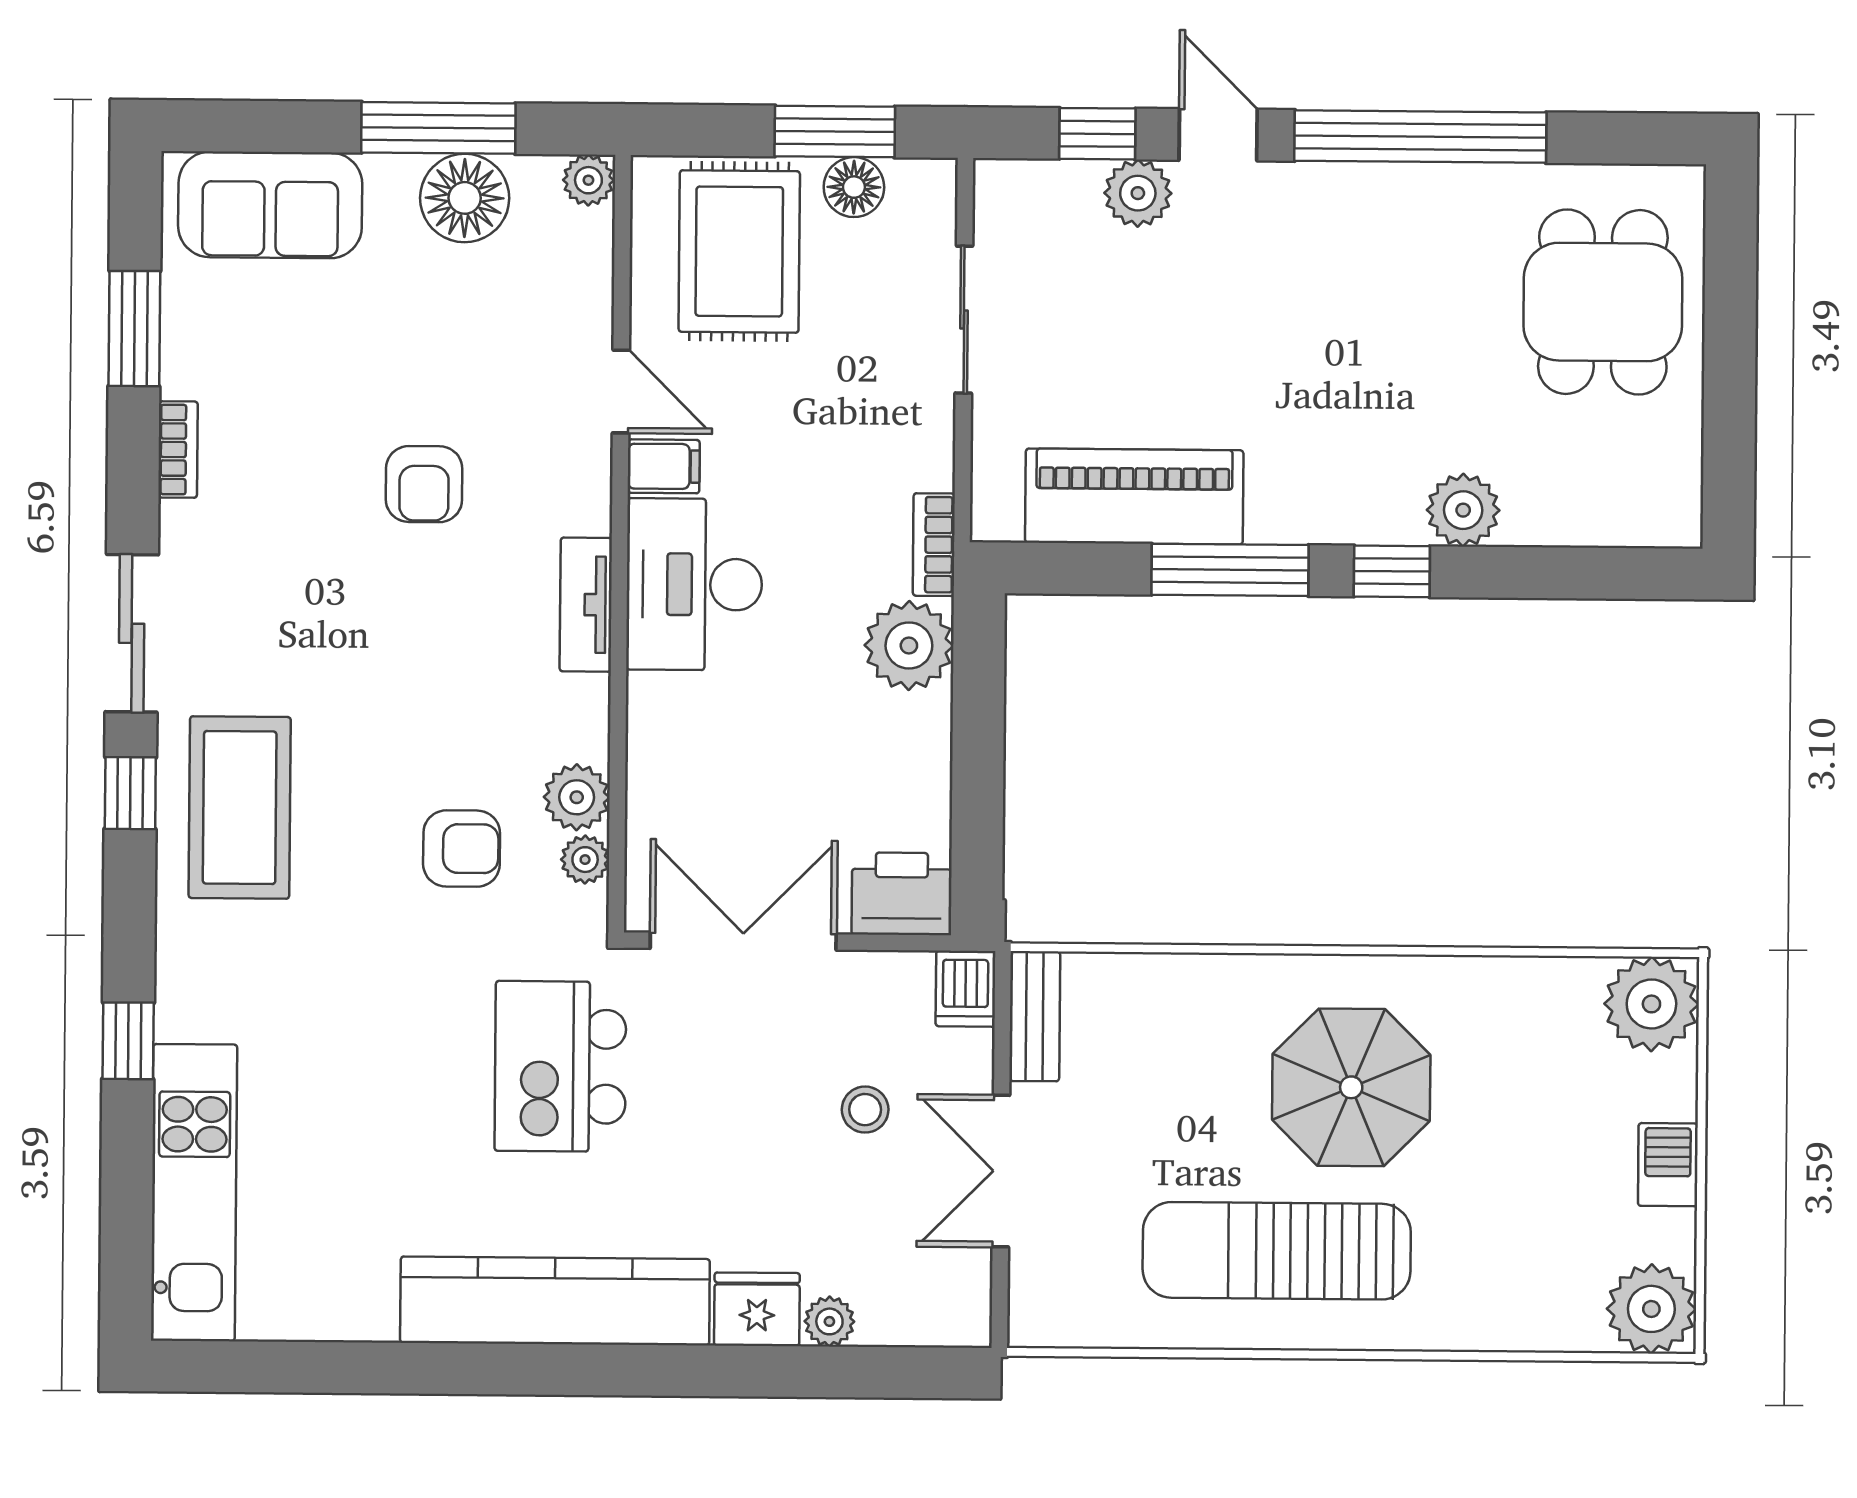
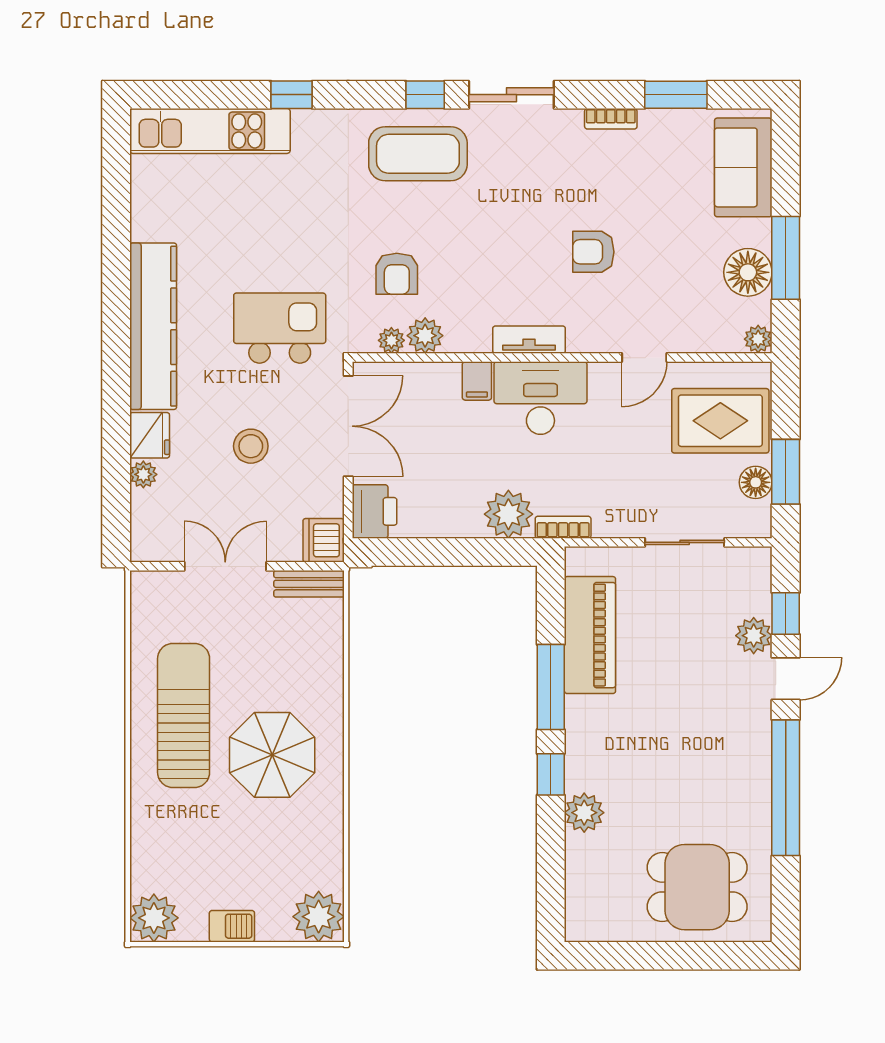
filing cabinet: (664, 466) -> (477, 381), moved
dishwasher: (965, 989) -> (324, 540), width x1.38
stool: (865, 1110) -> (251, 446), moved, width x1.37, depth x1.37

